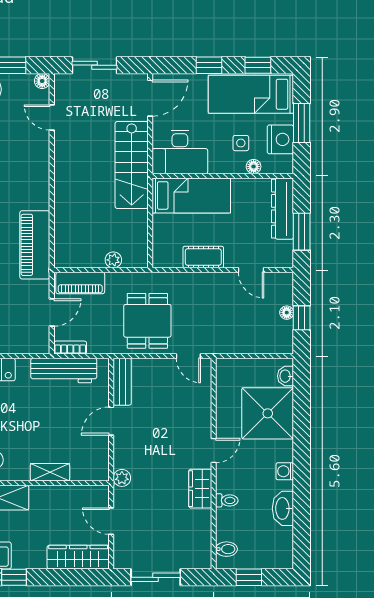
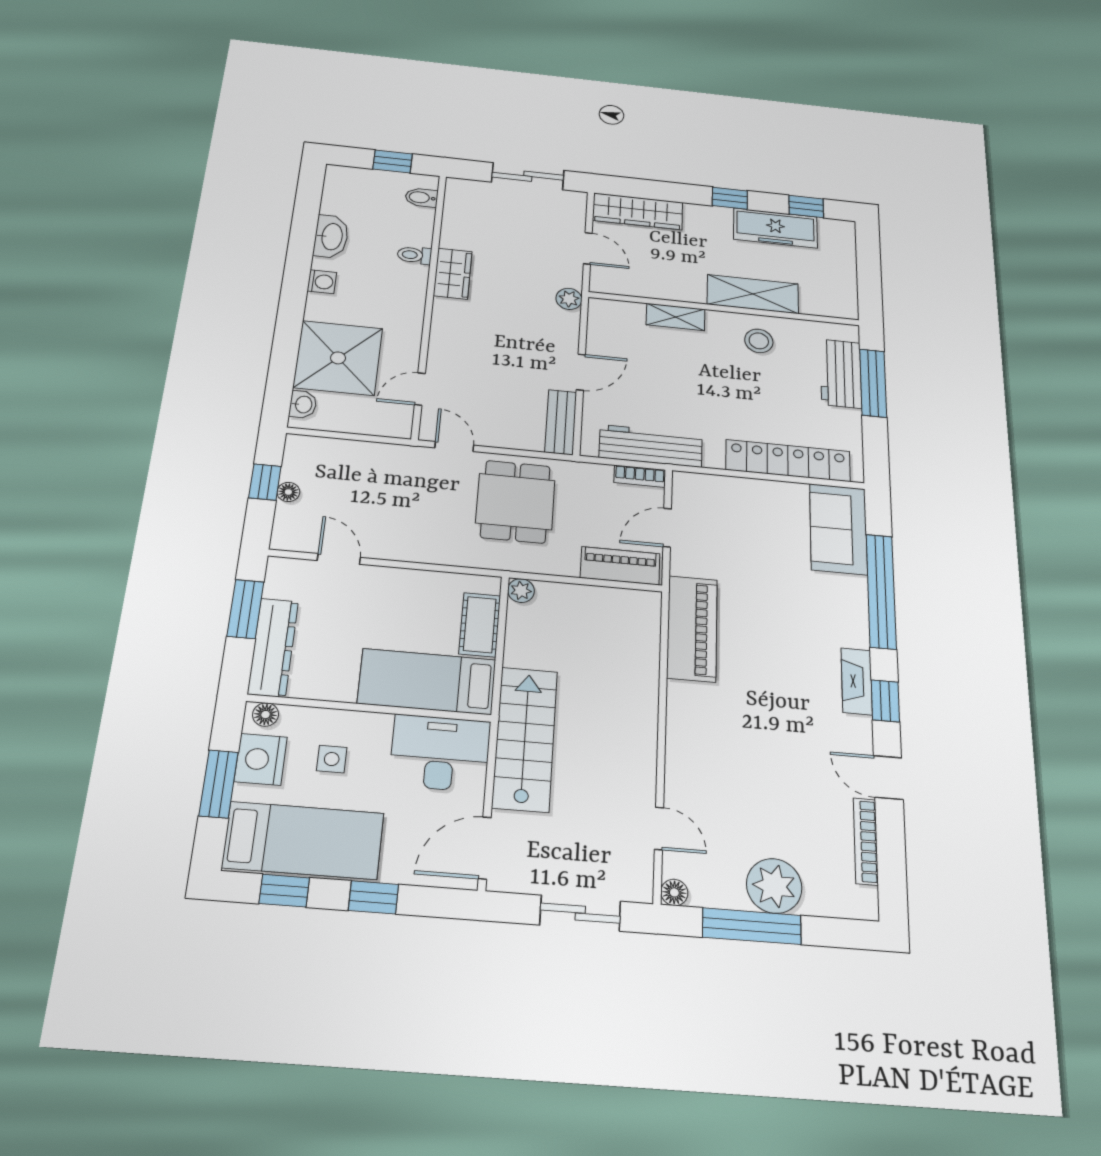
floor lamp: (254, 167) -> (266, 715), moved
cot: (203, 257) -> (480, 625), moved, turned 90
plant: (113, 260) -> (521, 591), moved
door: (214, 451) -> (420, 389), moved

